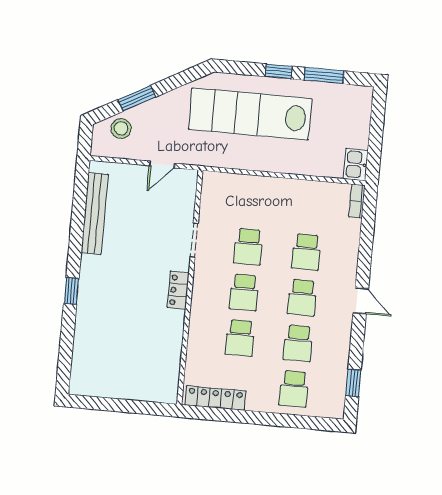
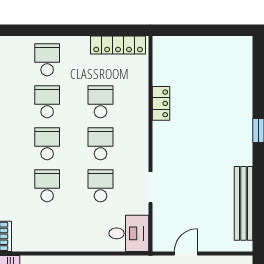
desk: (222, 192) -> (129, 233), added
locker: (178, 290) -> (161, 103), moved

